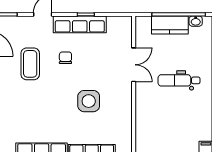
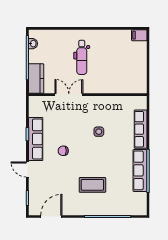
kitchen counter: (170, 25) -> (36, 79), moved
coffee table: (30, 64) -> (92, 185), moved
side table: (89, 101) -> (99, 132), width x0.54, depth x0.54

